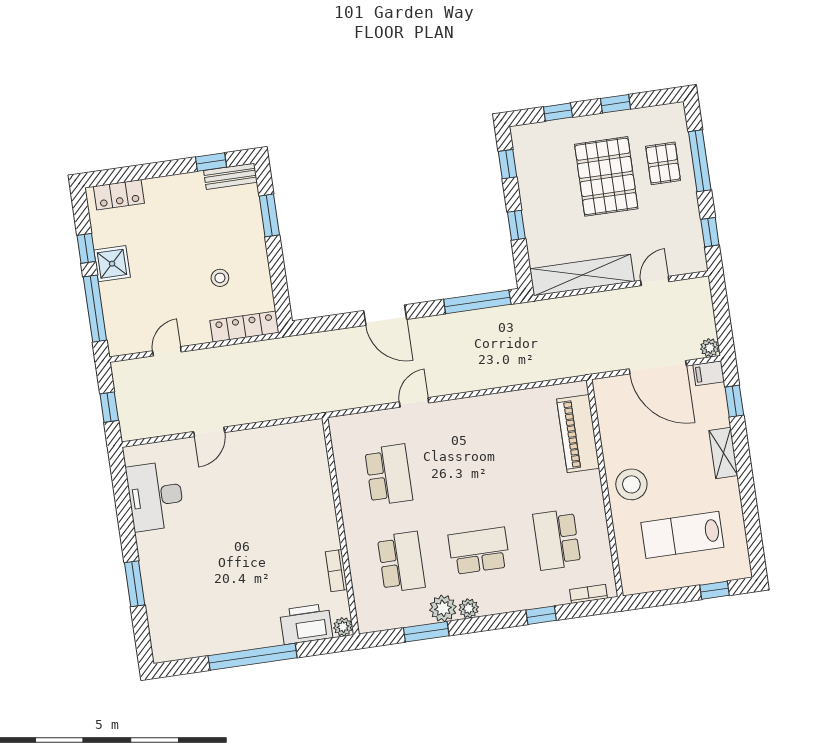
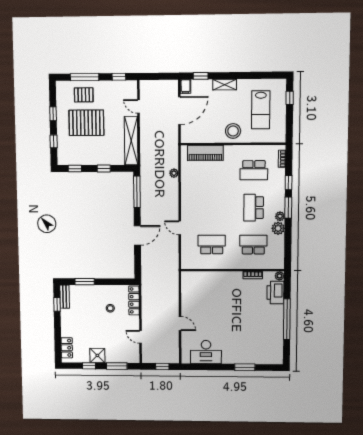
window: (95, 309) -> (117, 366), width x0.69
plant: (710, 348) -> (174, 173), moved
window: (426, 632) -> (288, 208), moved

